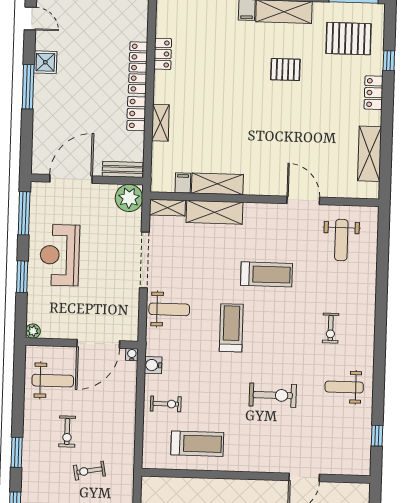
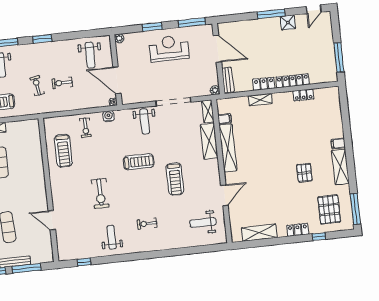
shelving: (217, 184) -> (228, 148), width x1.47
plant: (129, 198) -> (215, 90), width x0.53, depth x0.53
exercise bike: (67, 432) -> (62, 83), moved

